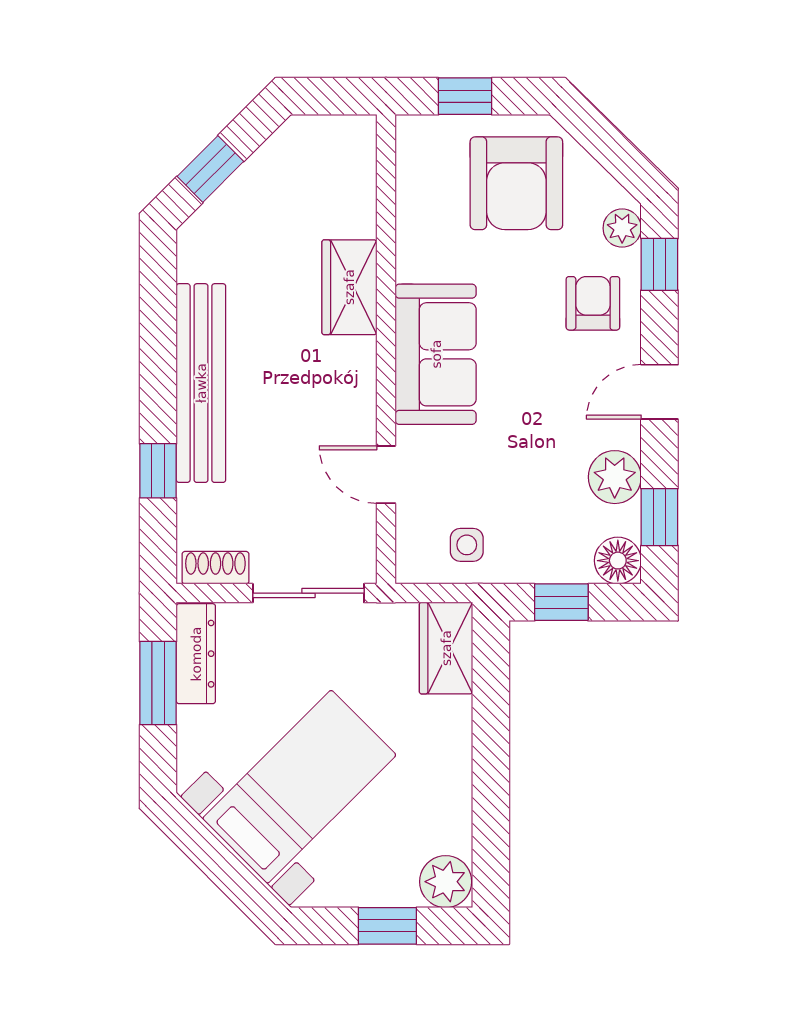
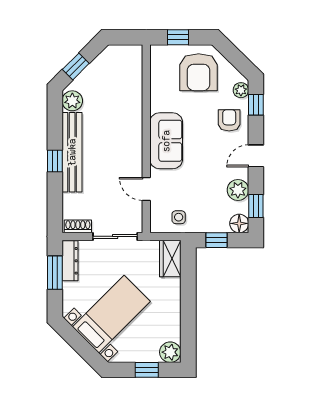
plant: (202, 255) -> (72, 101), added
wardrobe: (349, 287) -> (132, 114), removed
window: (158, 471) -> (55, 161), moved

